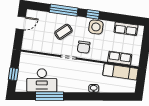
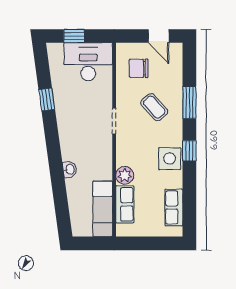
window: (64, 10) -> (189, 102), width x0.69
chair: (84, 47) -> (139, 68), moved
plant: (102, 56) -> (125, 175), added
desk: (42, 80) -> (88, 62), moved, turned 98
window: (49, 96) -> (47, 99), width x0.46

